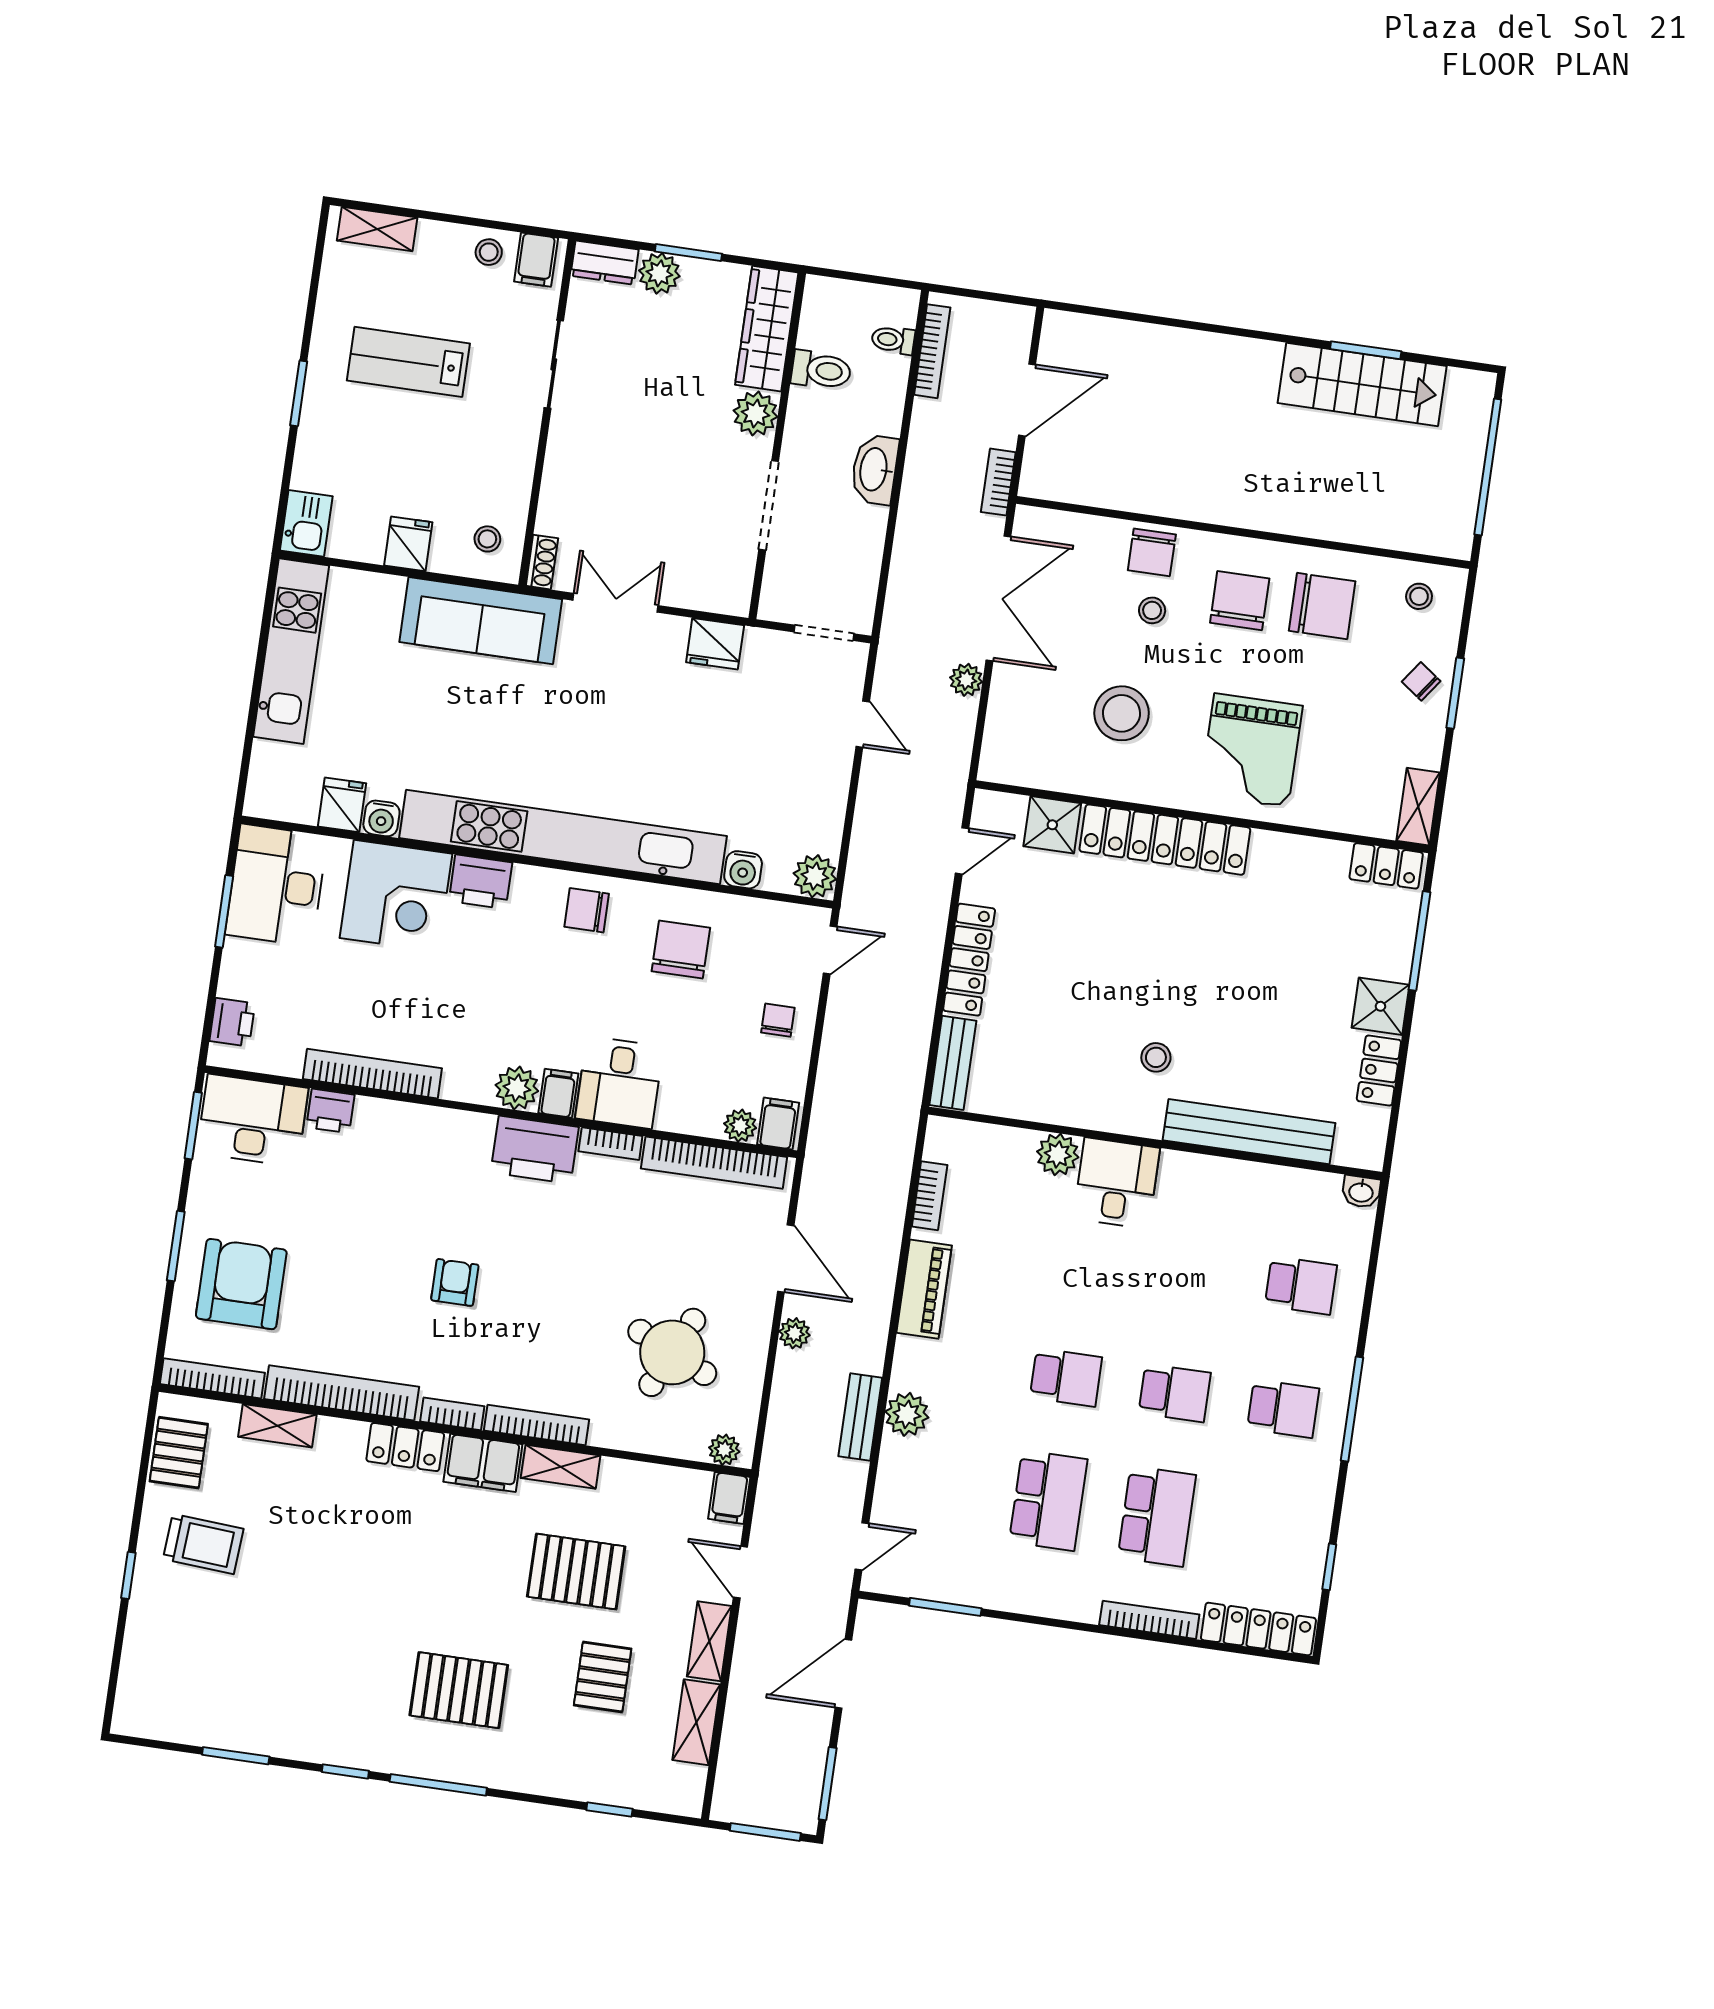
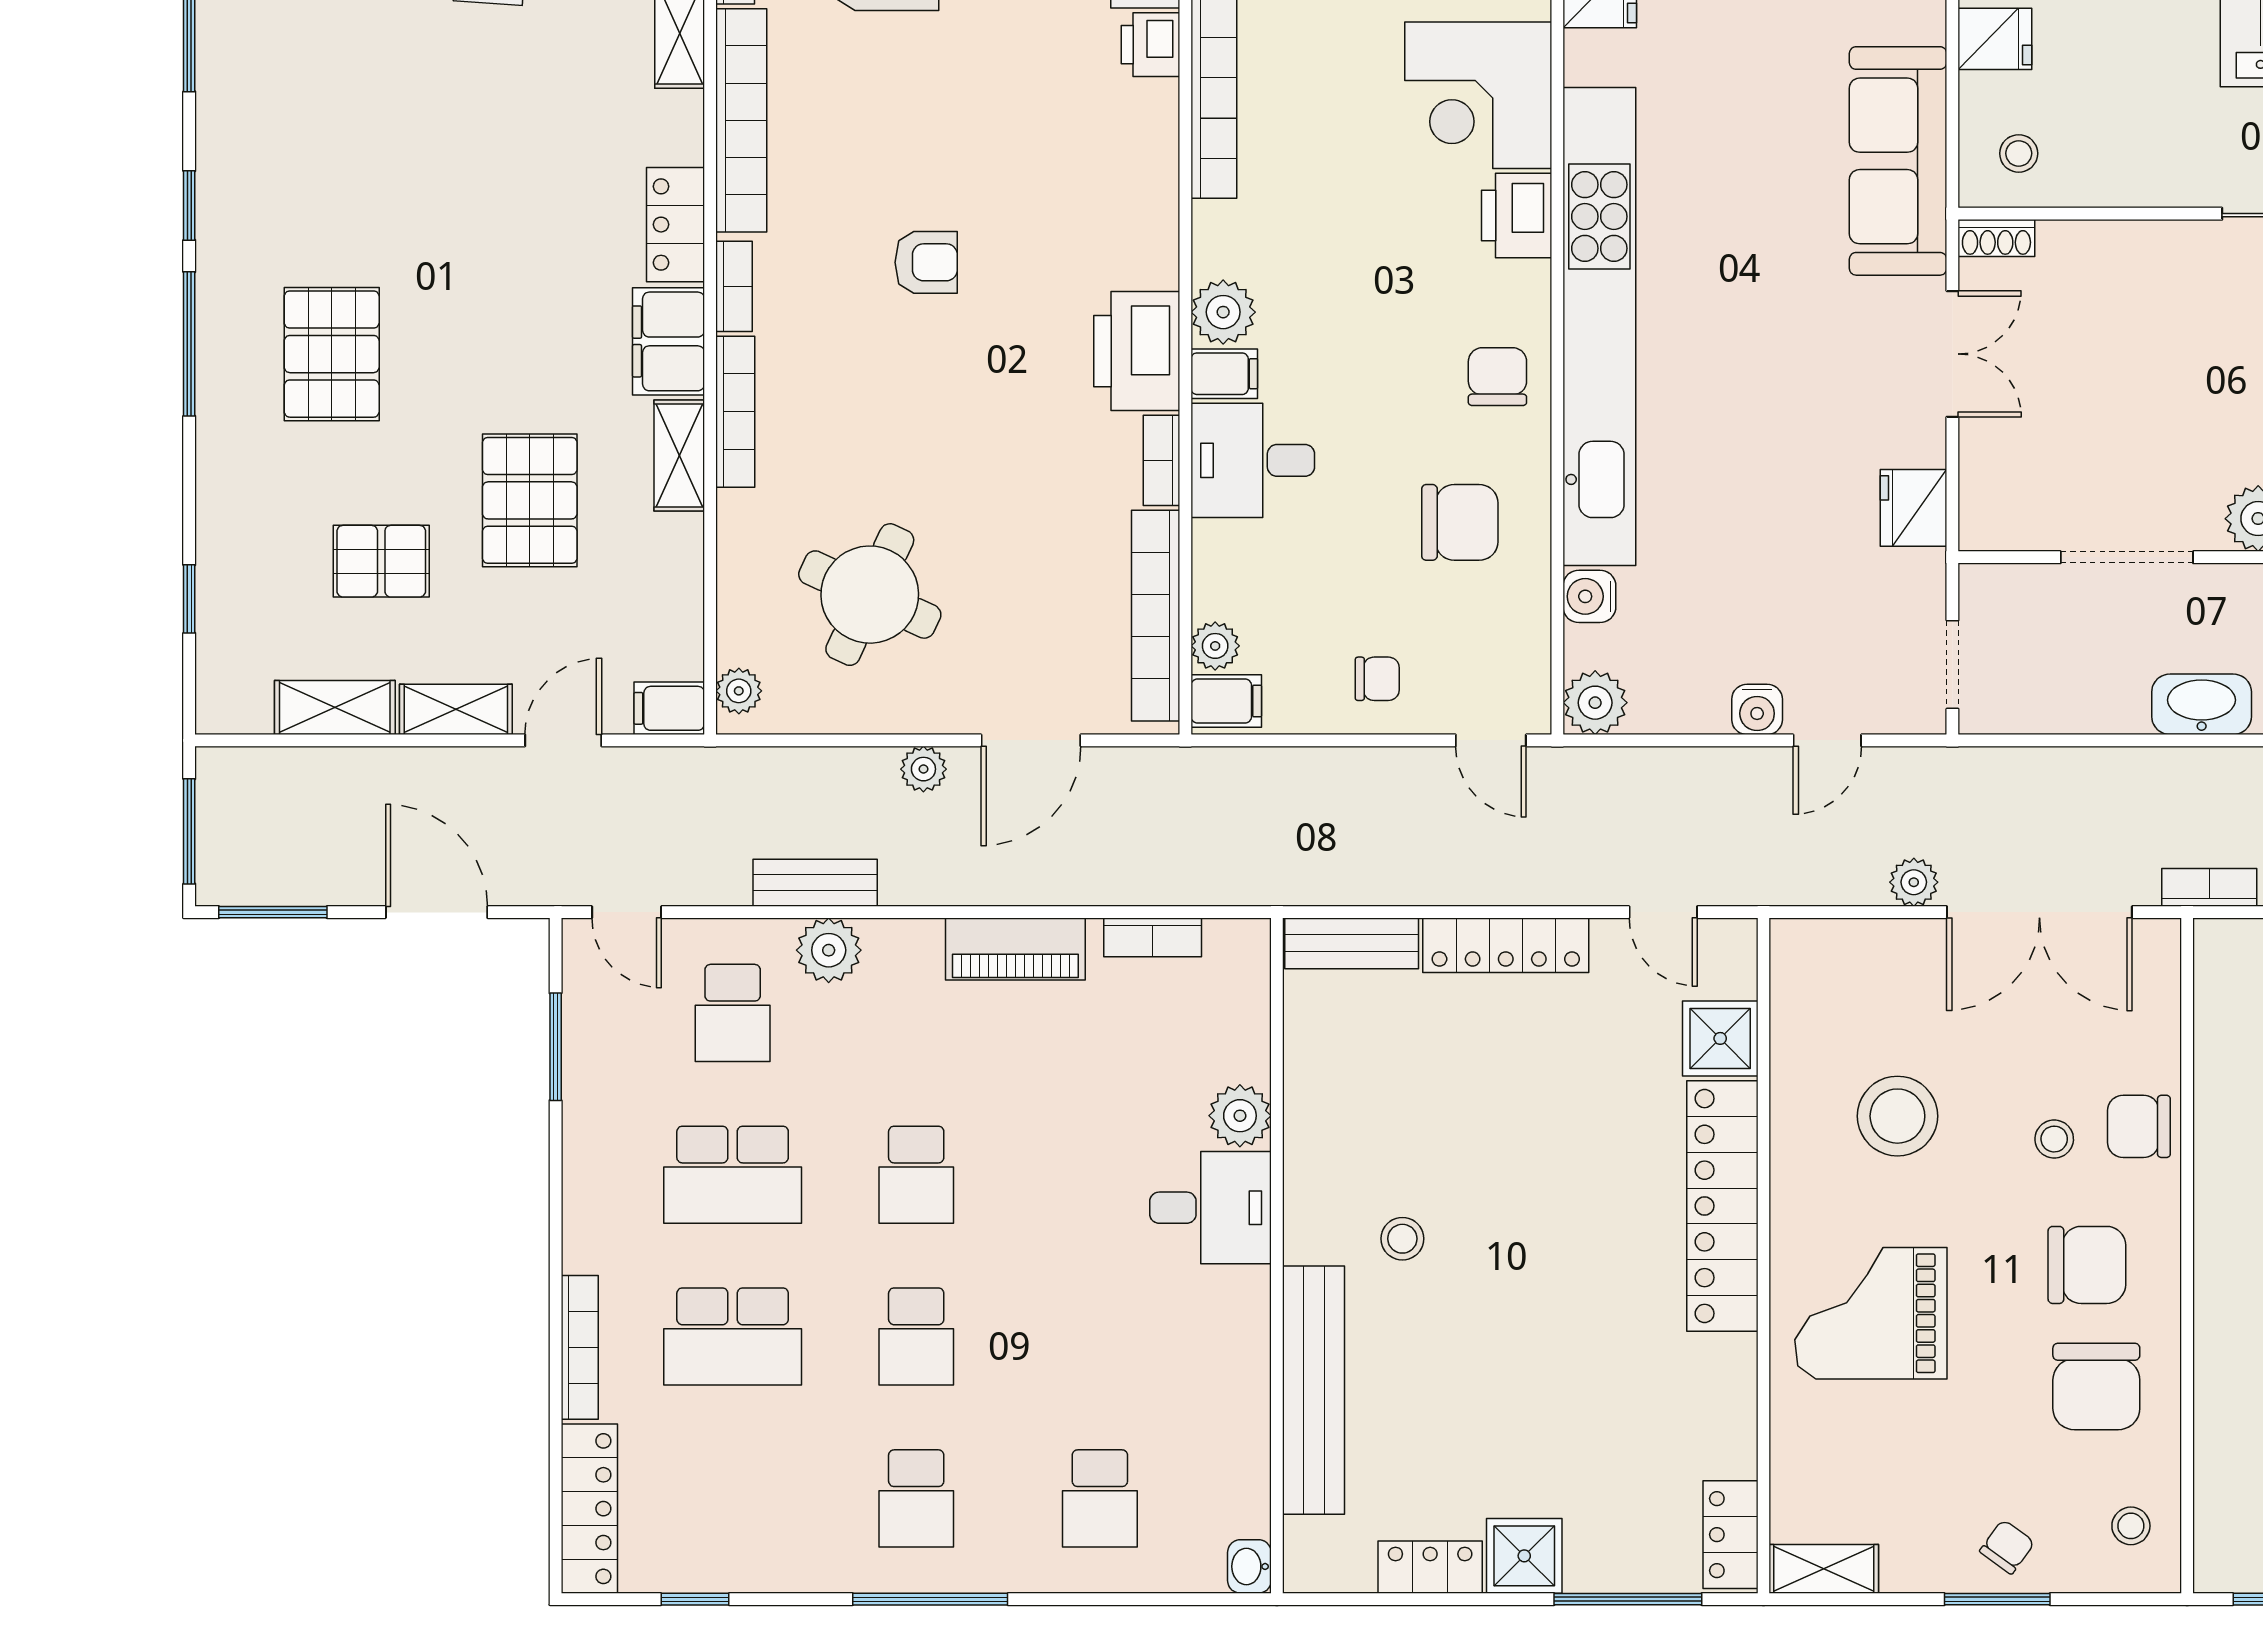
water cooler: (381, 818) -> (1757, 709), moved, turned -90
school desk: (940, 1485) -> (733, 1013), added

